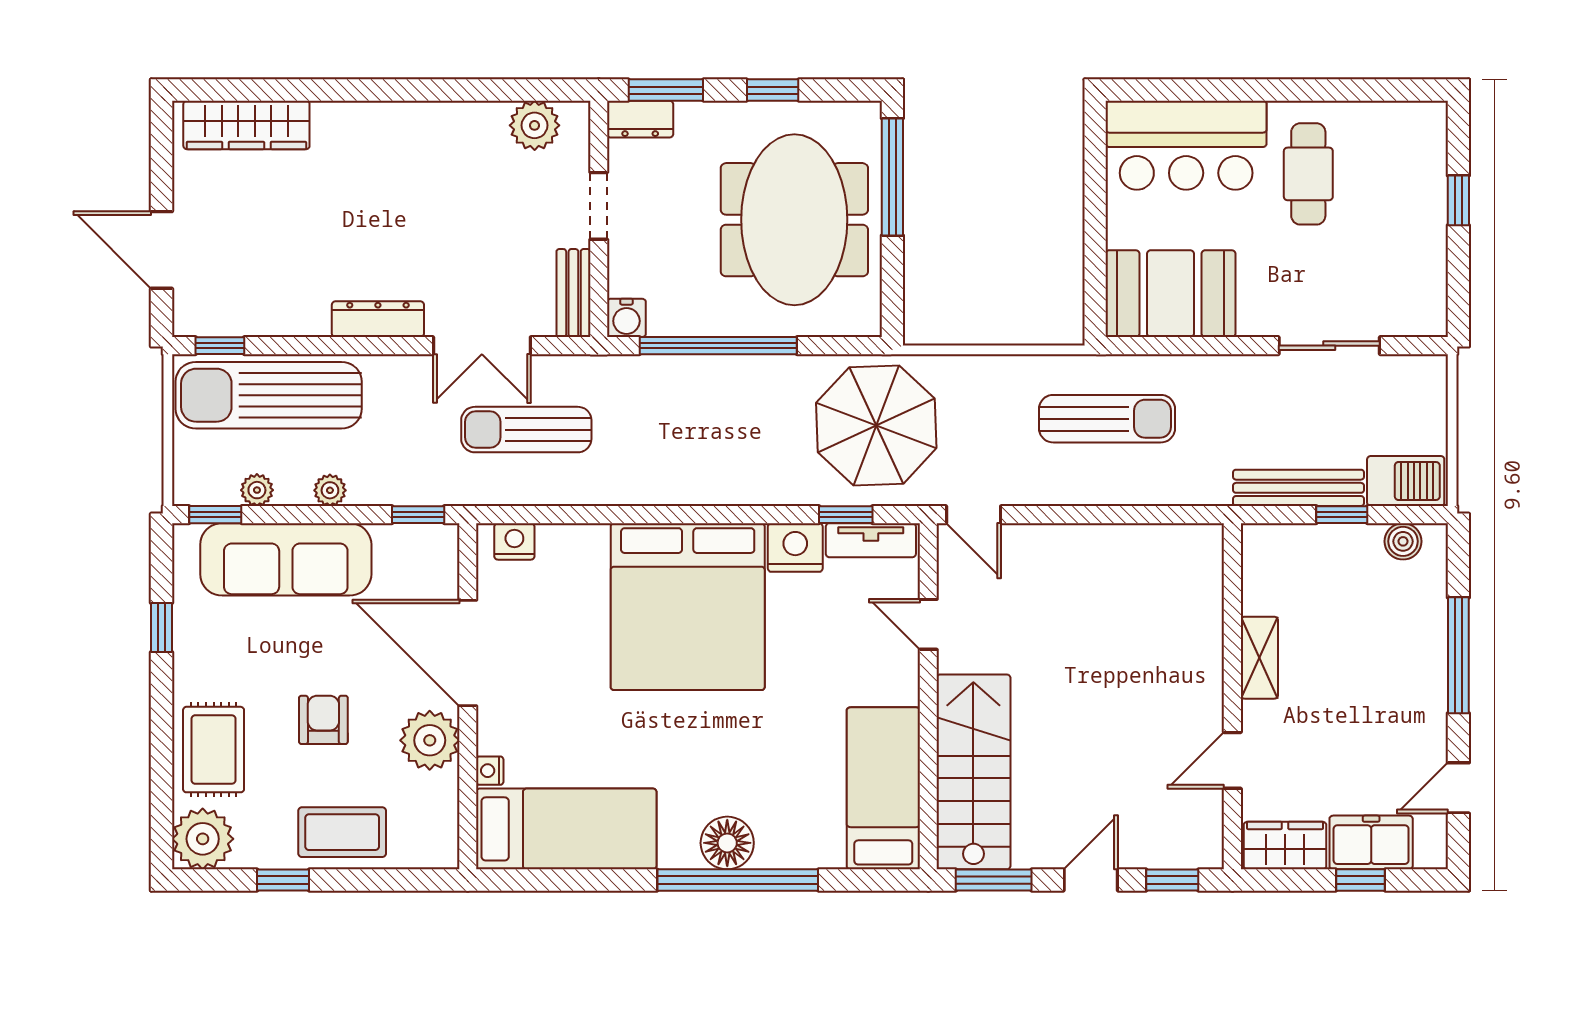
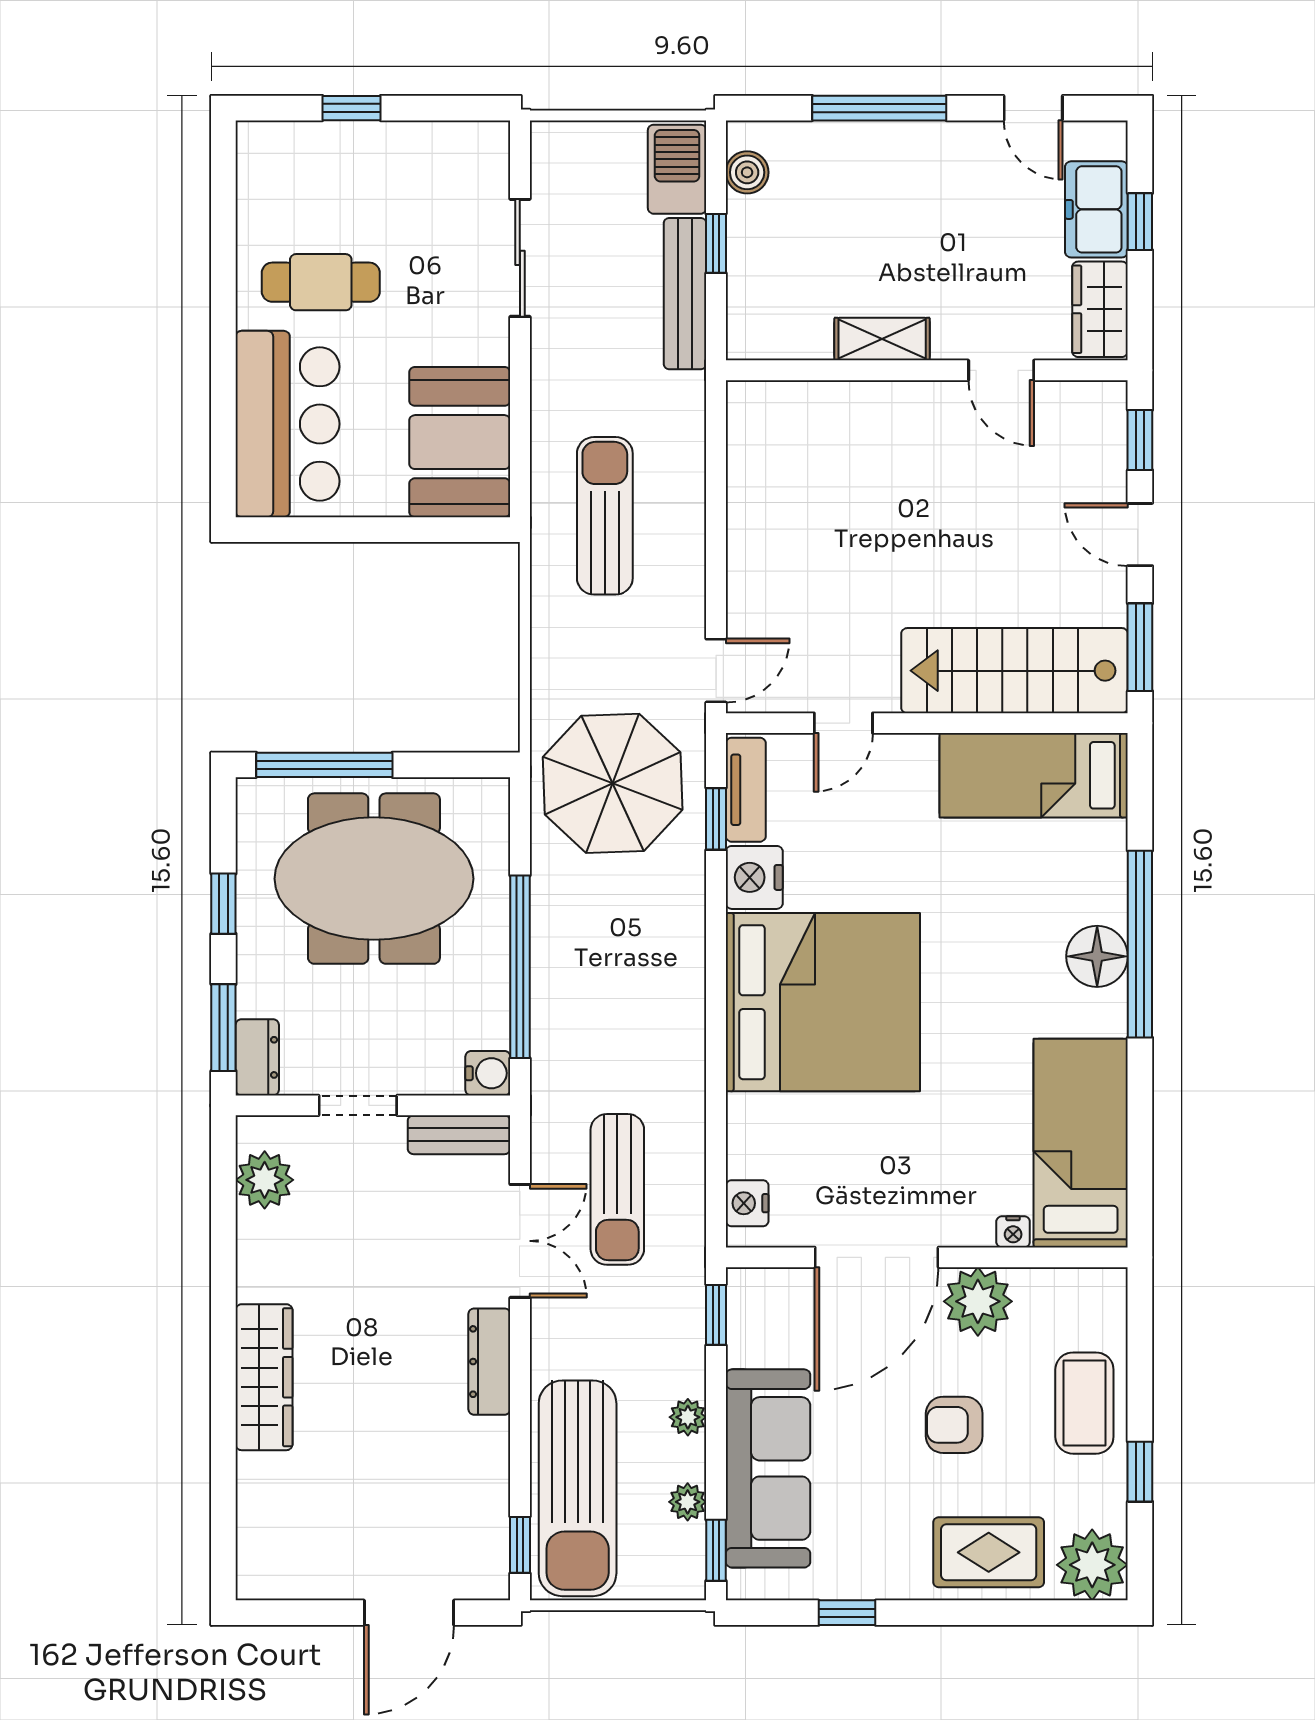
wardrobe: (246, 125) -> (264, 1377), moved

